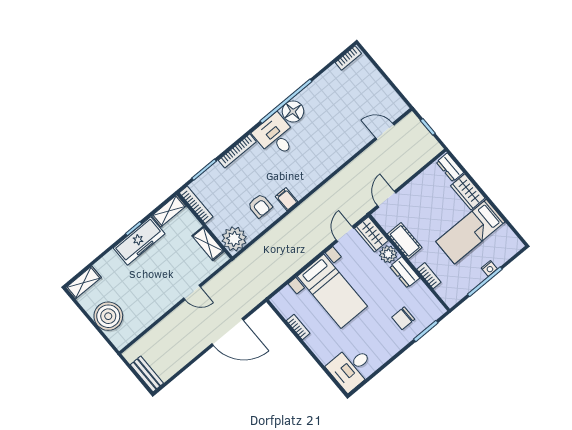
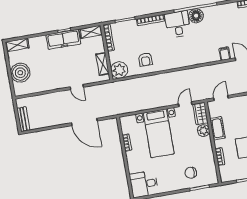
filing cabinet: (286, 199) -> (225, 54), moved
dresser: (405, 272) -> (207, 147), removed

